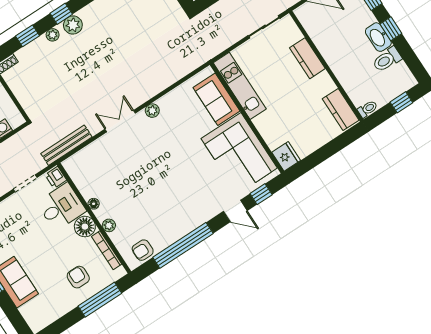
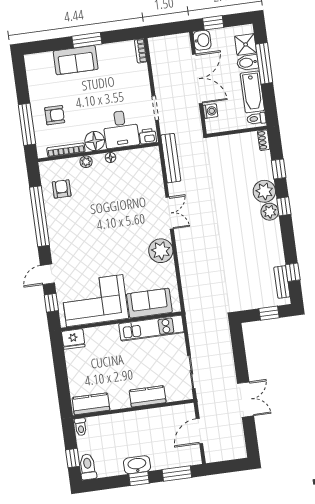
plant: (53, 35) -> (264, 191), width x1.87, depth x1.87
toilet: (387, 59) -> (88, 467), moved
plant: (152, 111) -> (161, 251), width x1.87, depth x1.87
armchair: (143, 250) -> (62, 189), moved

